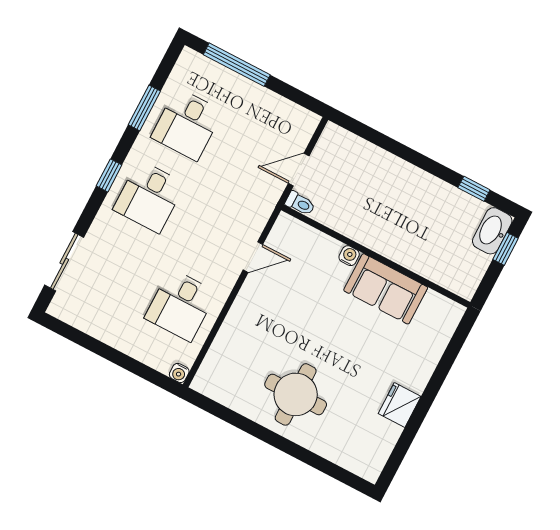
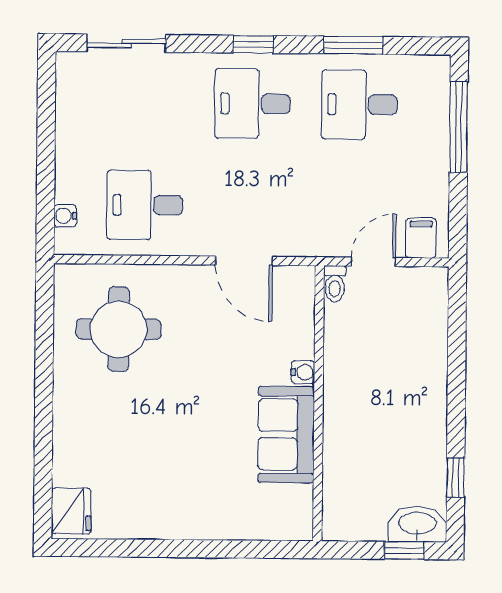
filing cabinet: (299, 129) -> (421, 238), added
door: (299, 170) -> (373, 262), hinge flipped
door: (253, 257) -> (244, 261), width x1.38
water cooler: (179, 373) -> (65, 216), moved
round table: (296, 394) -> (119, 329), moved
fridge: (400, 405) -> (71, 511), moved, turned 90

